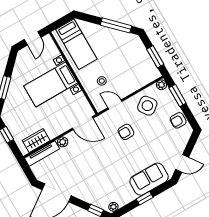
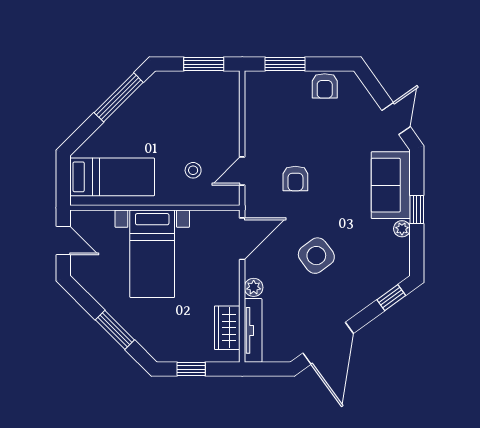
plant: (161, 85) -> (253, 80), removed
side table: (147, 106) -> (316, 256), moved
plant: (113, 207) -> (402, 229), moved

